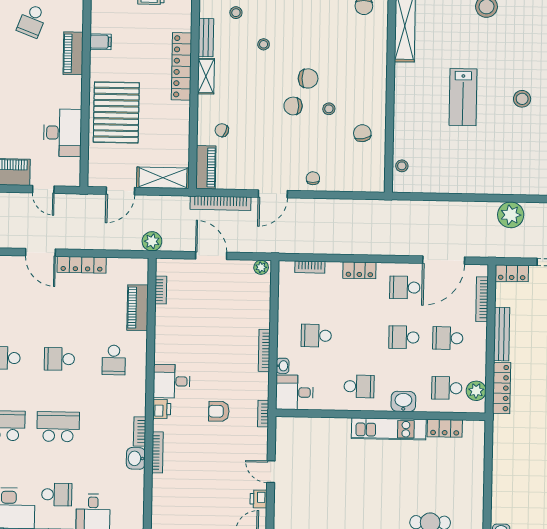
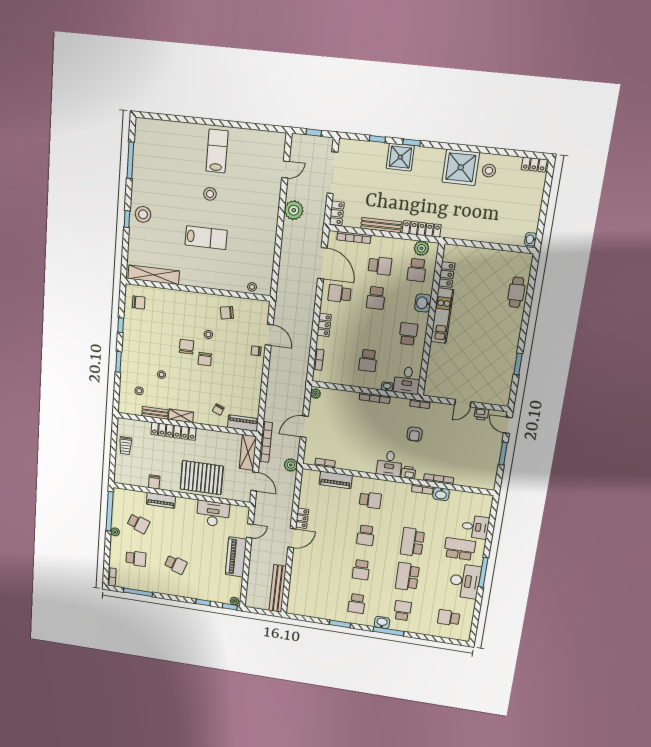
door: (273, 194) -> (269, 335), moved
bookcase: (220, 203) -> (266, 442), moved
locker: (82, 265) -> (302, 518), width x0.66
school desk: (405, 287) -> (340, 294), turned 90
school desk: (448, 338) -> (380, 266), turned -90
school desk: (57, 494) -> (460, 549), width x1.85

